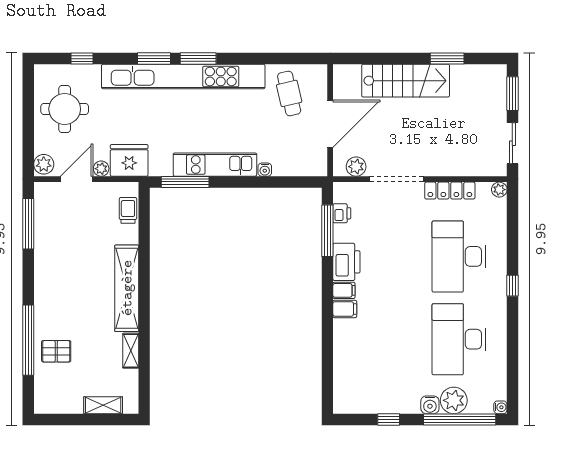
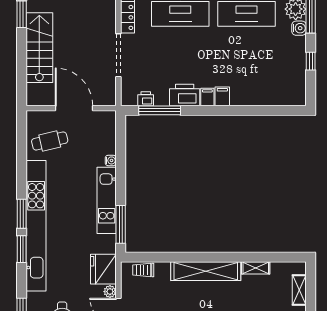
plant: (356, 167) -> (108, 87), removed

